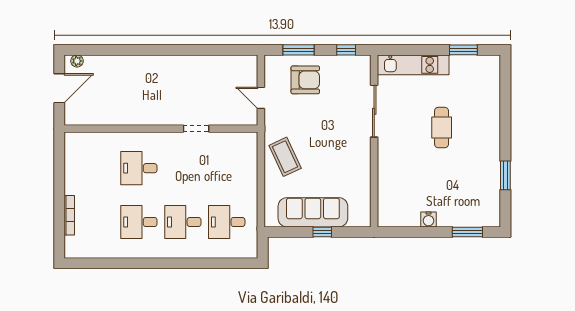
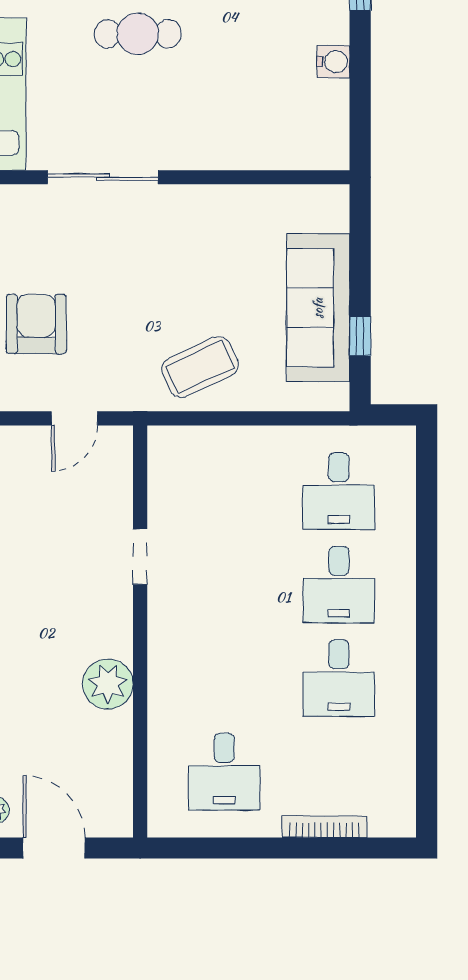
plant: (136, 114) -> (108, 684), added
desk: (139, 168) -> (224, 772), moved
window: (322, 232) -> (360, 336), moved

